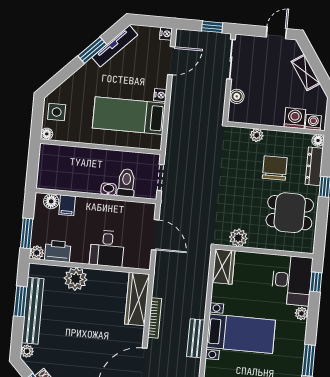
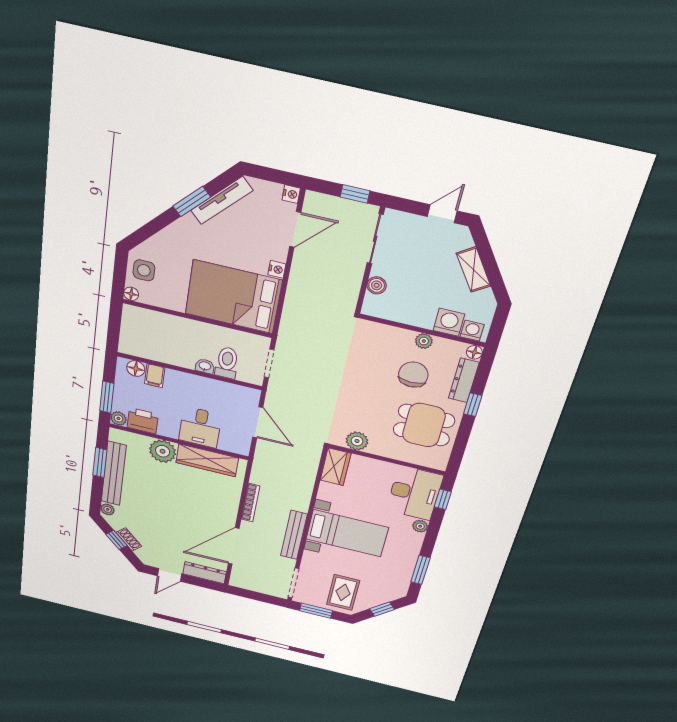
bed: (129, 116) -> (233, 297), width x1.50
plant: (257, 135) -> (424, 341), moved
wardrobe: (137, 299) -> (207, 460), moved, turned -90
bench: (196, 338) -> (294, 535), width x1.36

